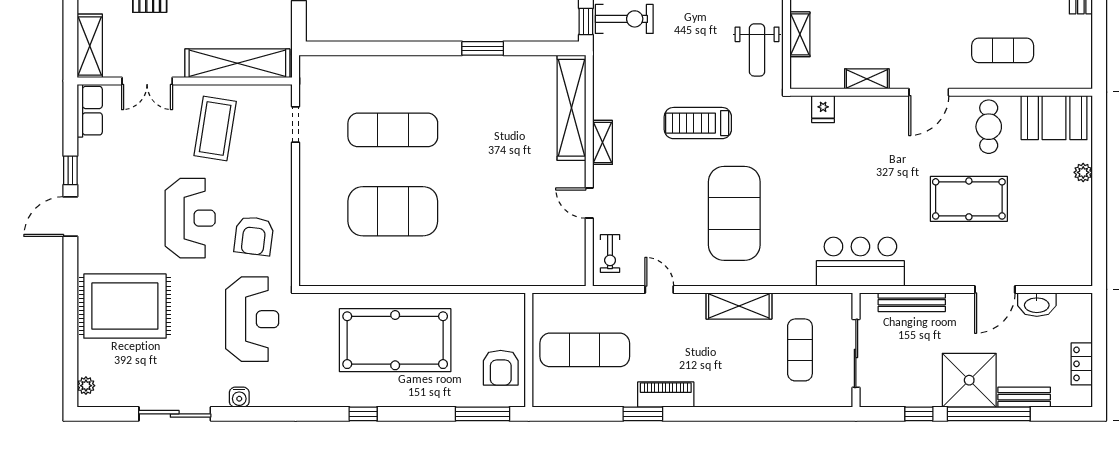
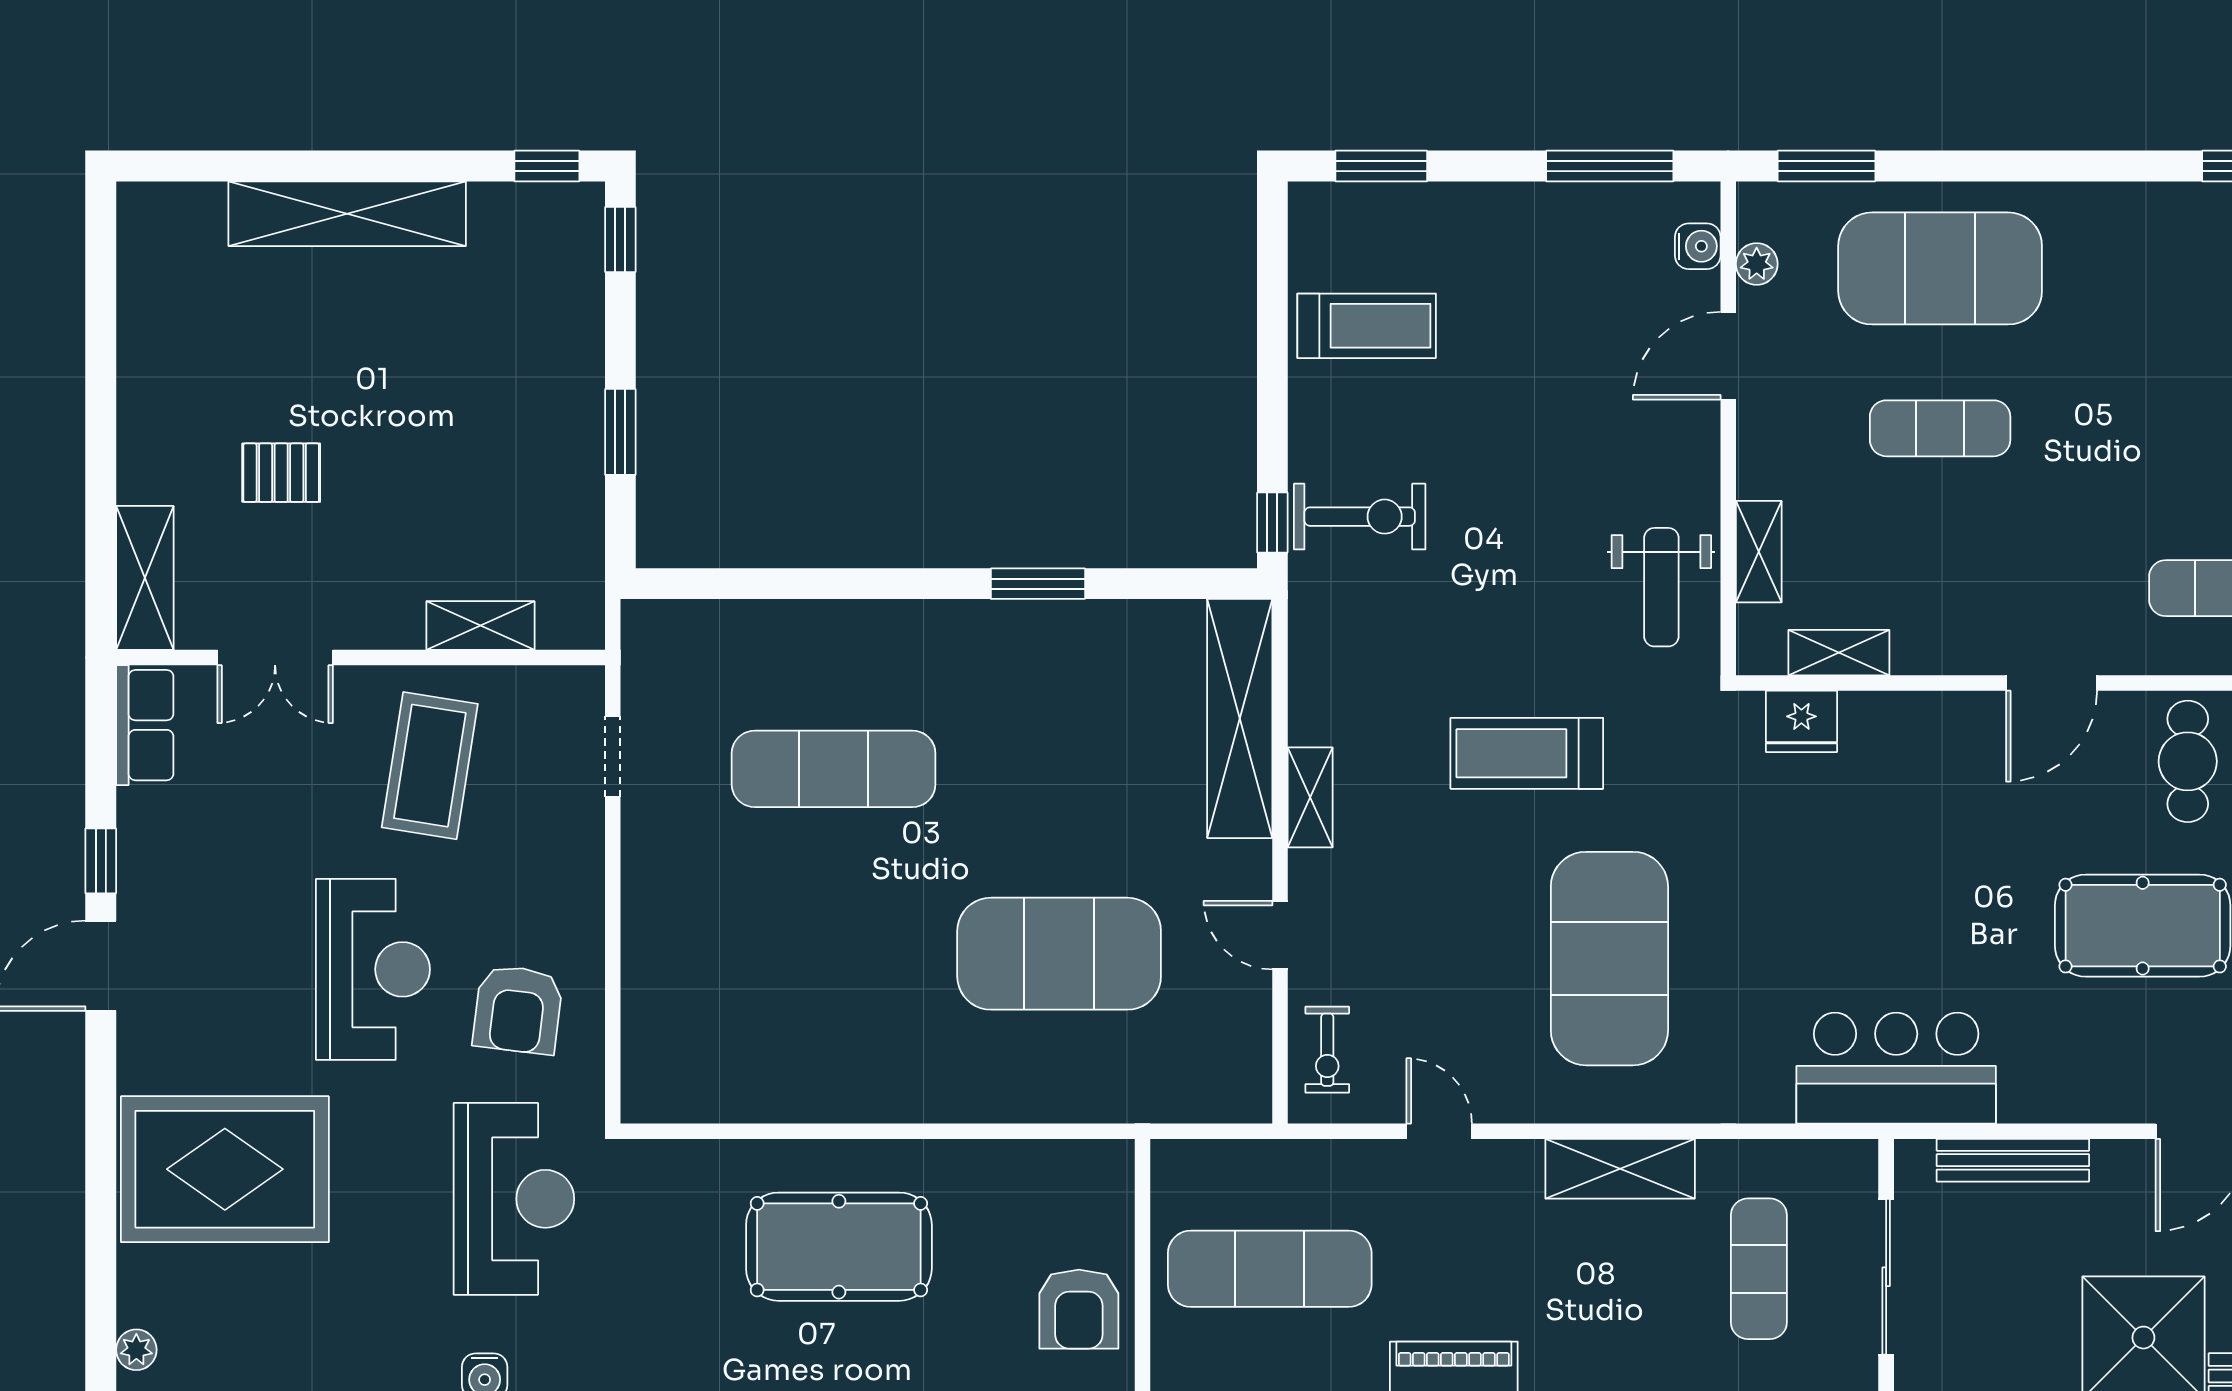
shelving: (237, 63) -> (480, 626), width x0.45, depth x0.75
shelving: (867, 79) -> (1839, 653), moved
fridge: (823, 109) -> (1801, 721), width x1.38
exercise mat: (393, 211) -> (1059, 954), moved
pool table: (395, 340) -> (839, 1247), width x0.73, depth x0.76

